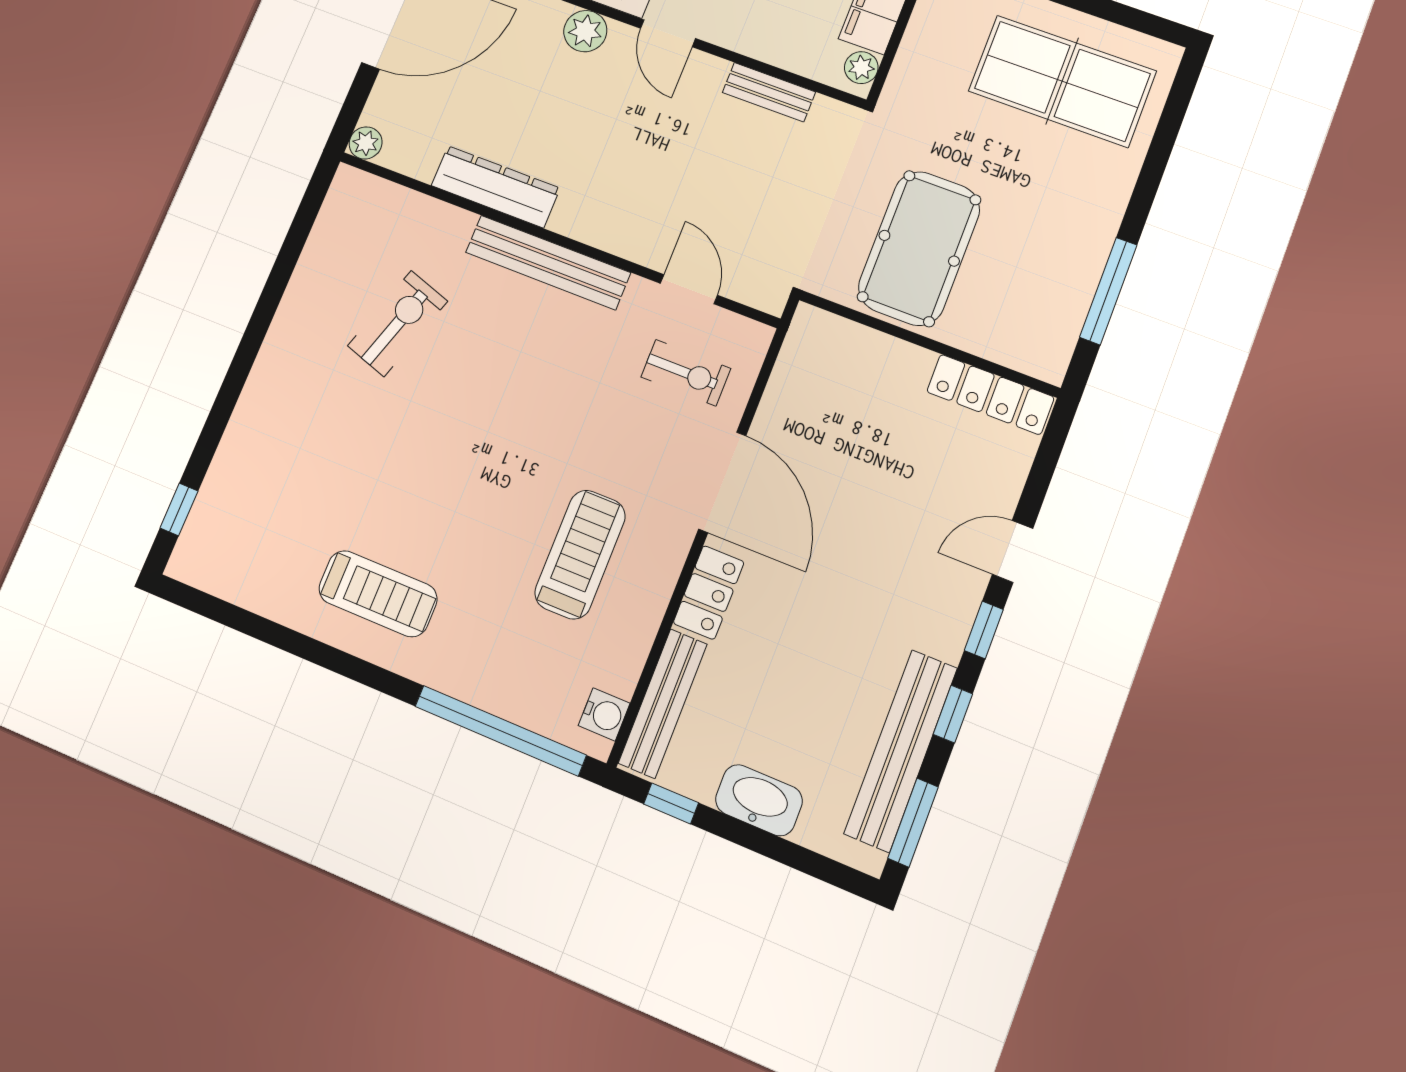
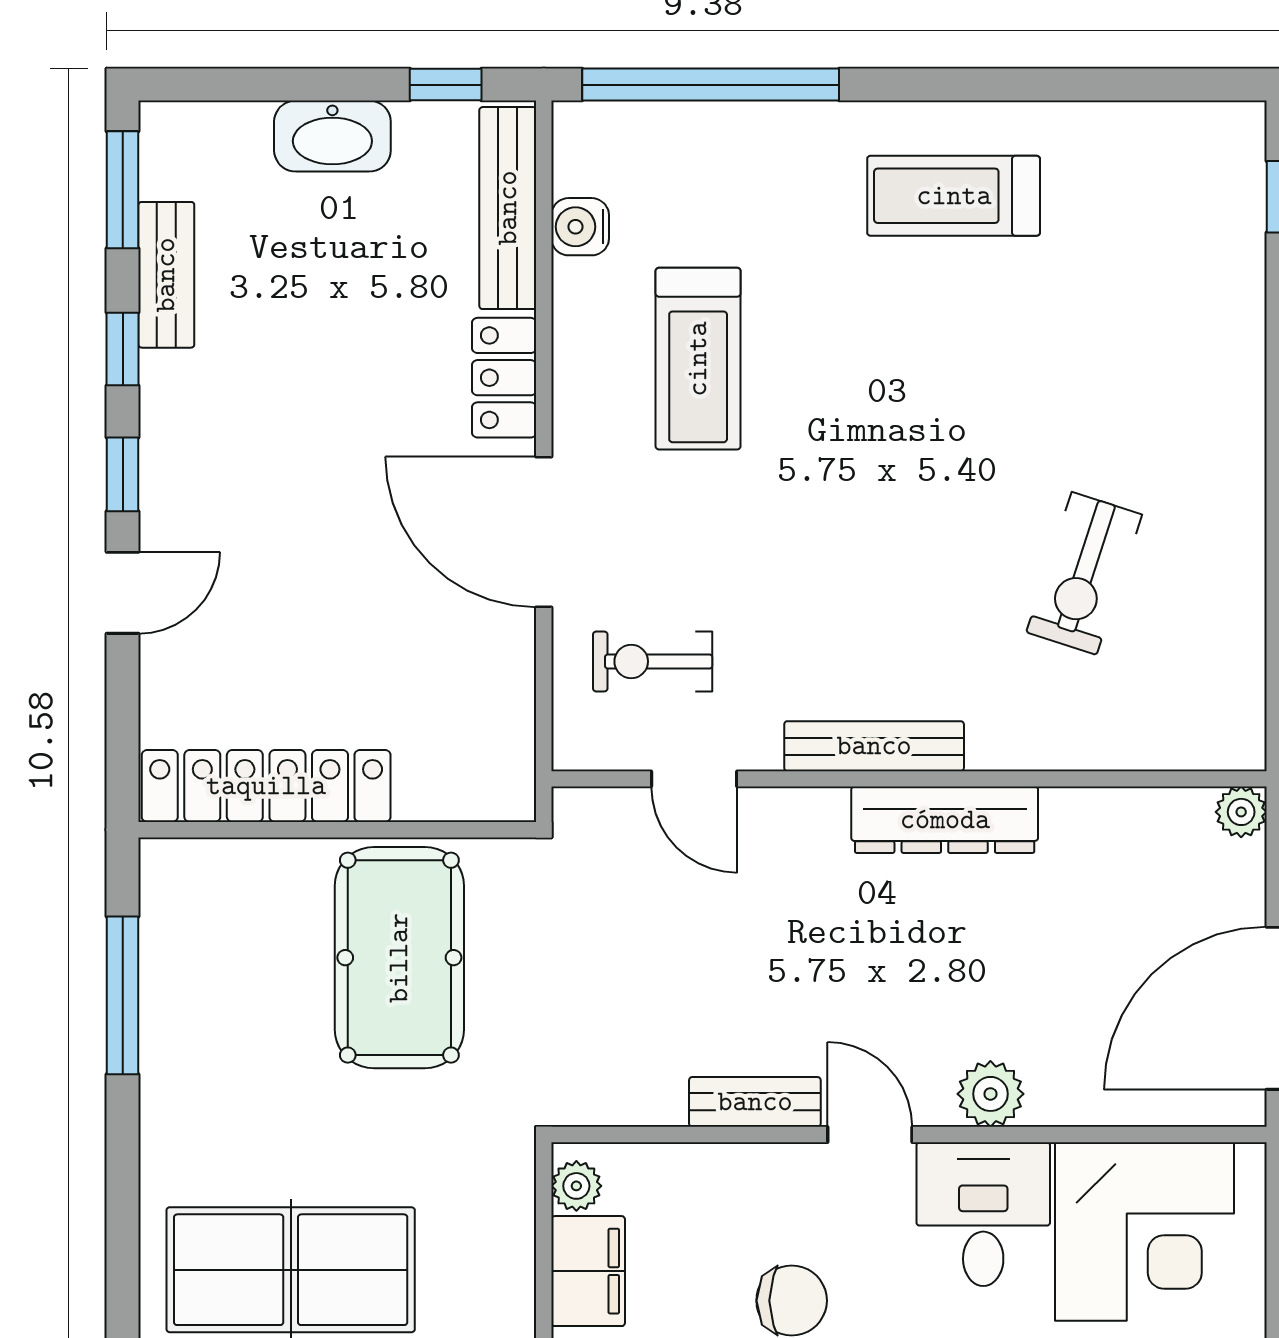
bench: (769, 92) -> (755, 1102), moved
dresser: (496, 187) -> (945, 820), moved
bench: (548, 262) -> (874, 746), width x0.73, depth x0.82
locker: (990, 394) -> (266, 786), width x1.41, depth x1.21
water cooler: (604, 714) -> (580, 227), moved
bench: (901, 751) -> (166, 275), width x0.54, depth x0.82

